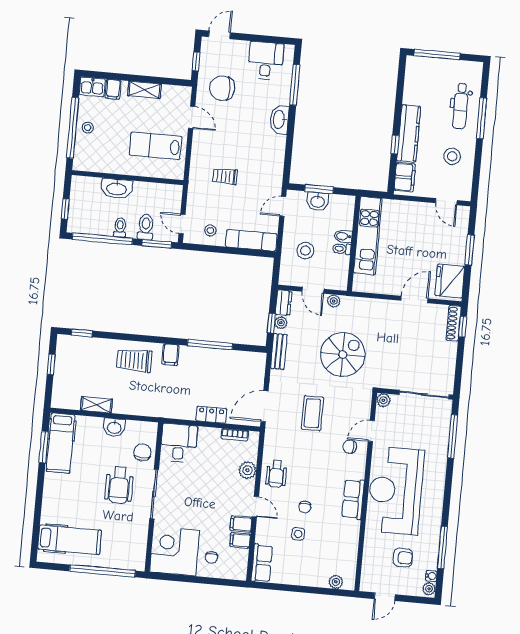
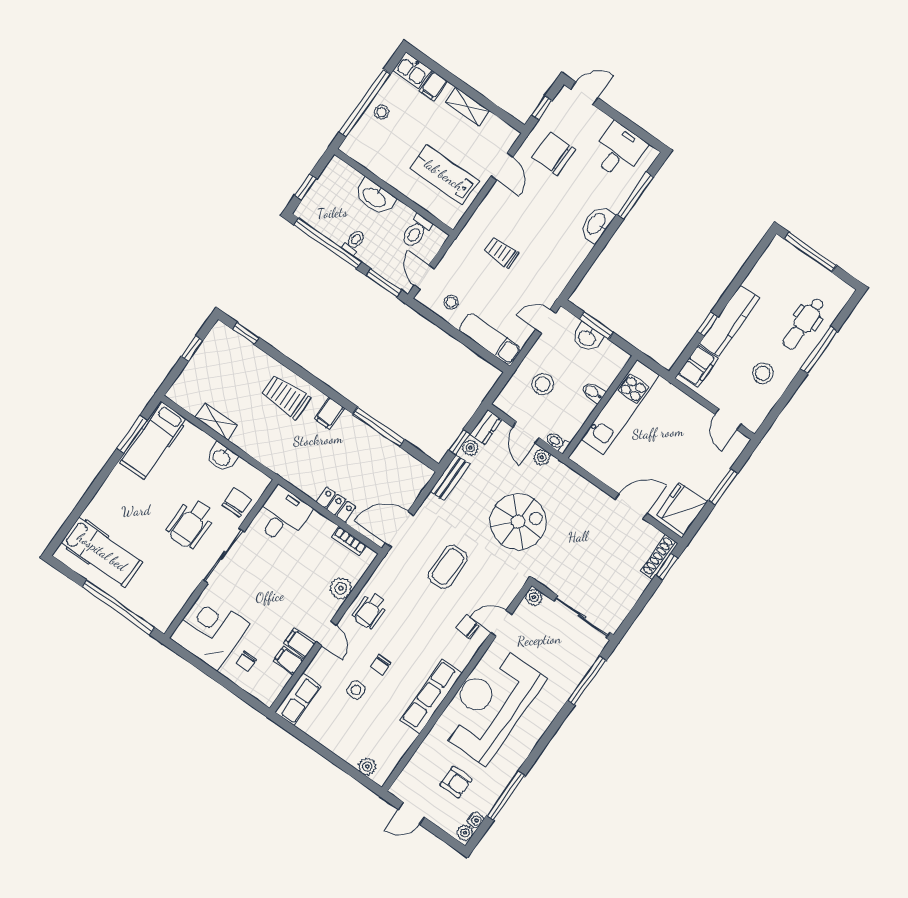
toilet: (146, 227) -> (416, 231), moved, turned 180
toilet: (342, 249) -> (557, 442), moved
row of seats: (353, 499) -> (431, 696), width x1.48

